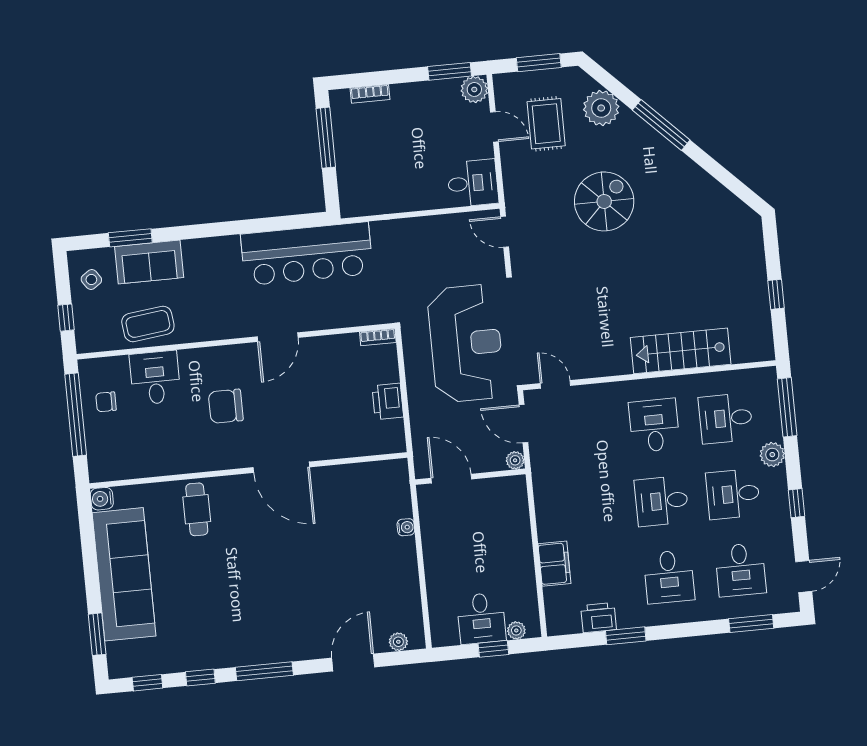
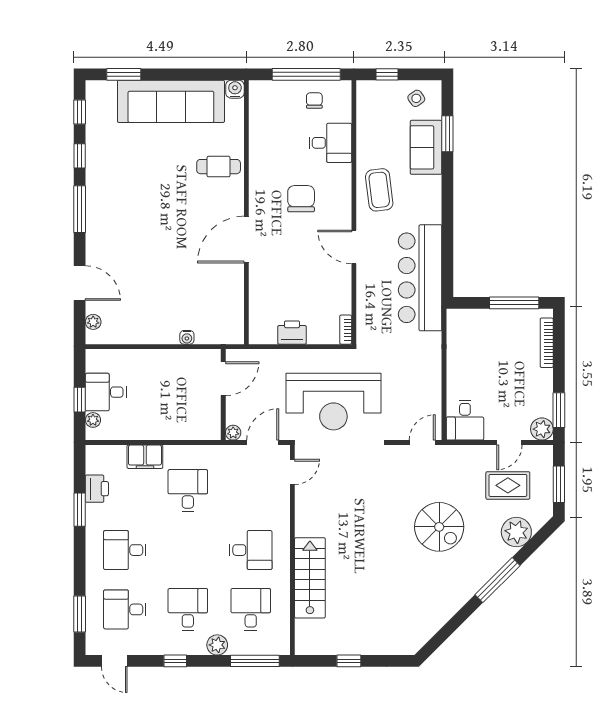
bookcase: (370, 94) -> (547, 343), width x1.56
coffee table: (148, 324) -> (379, 190), moved
desk: (662, 501) -> (188, 491), moved

